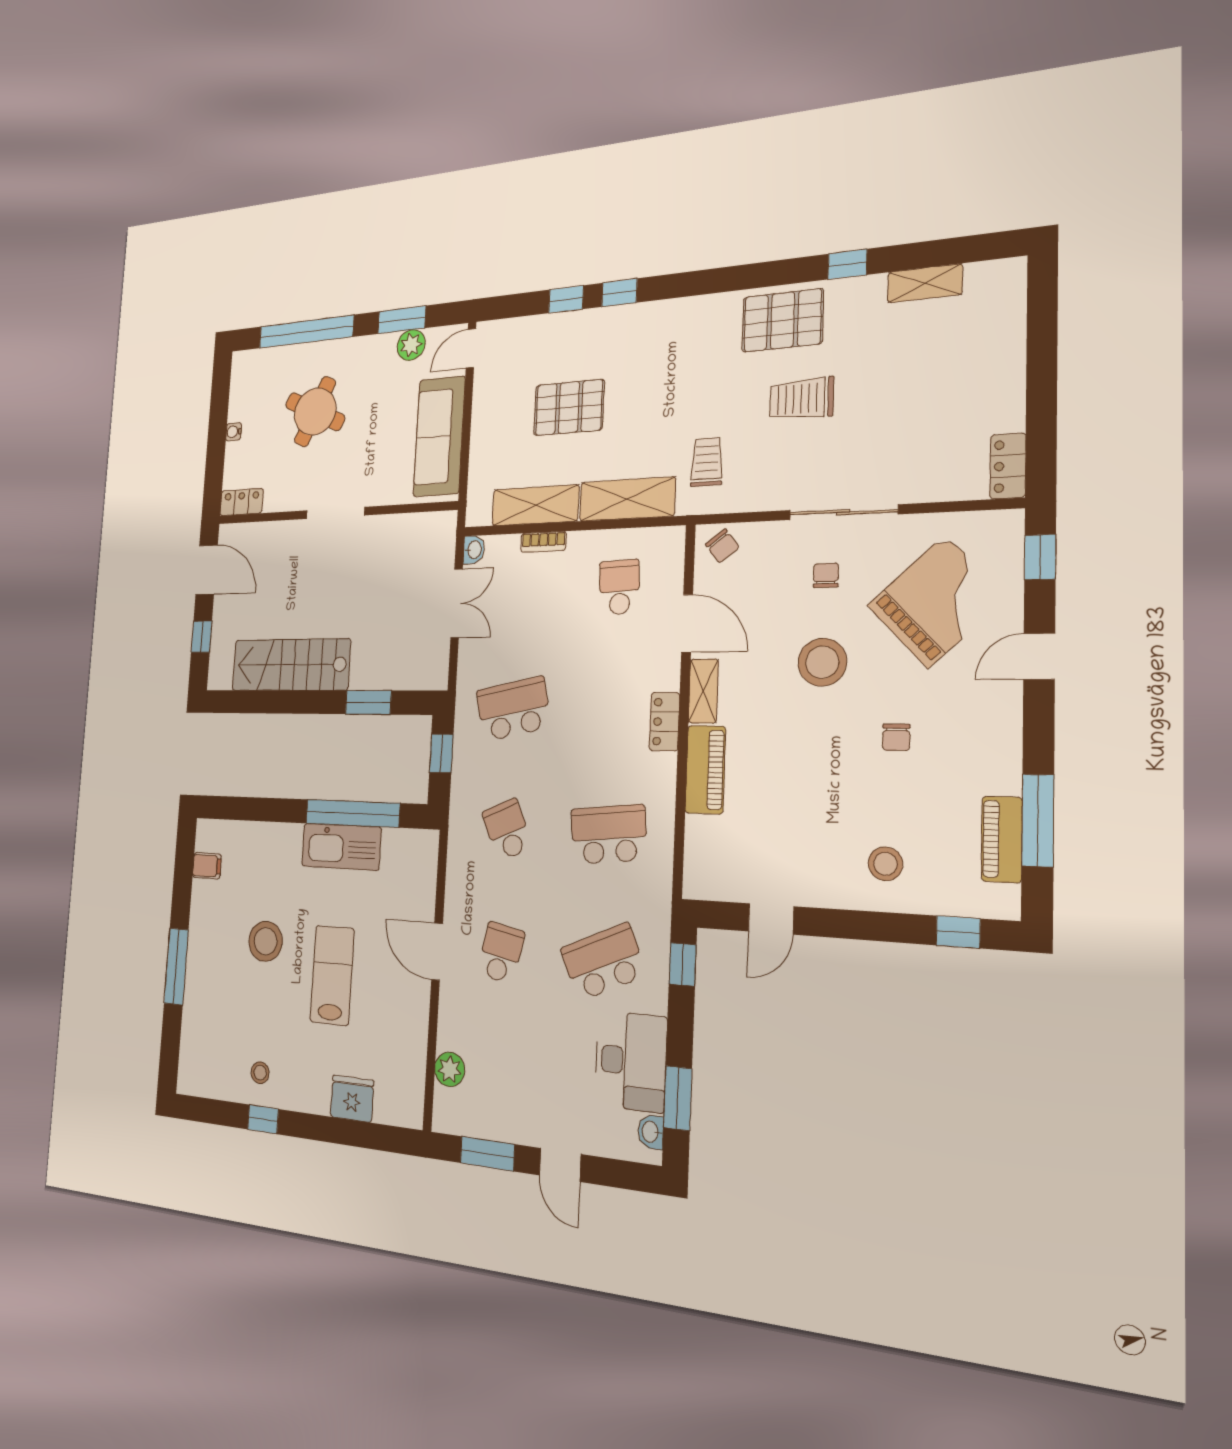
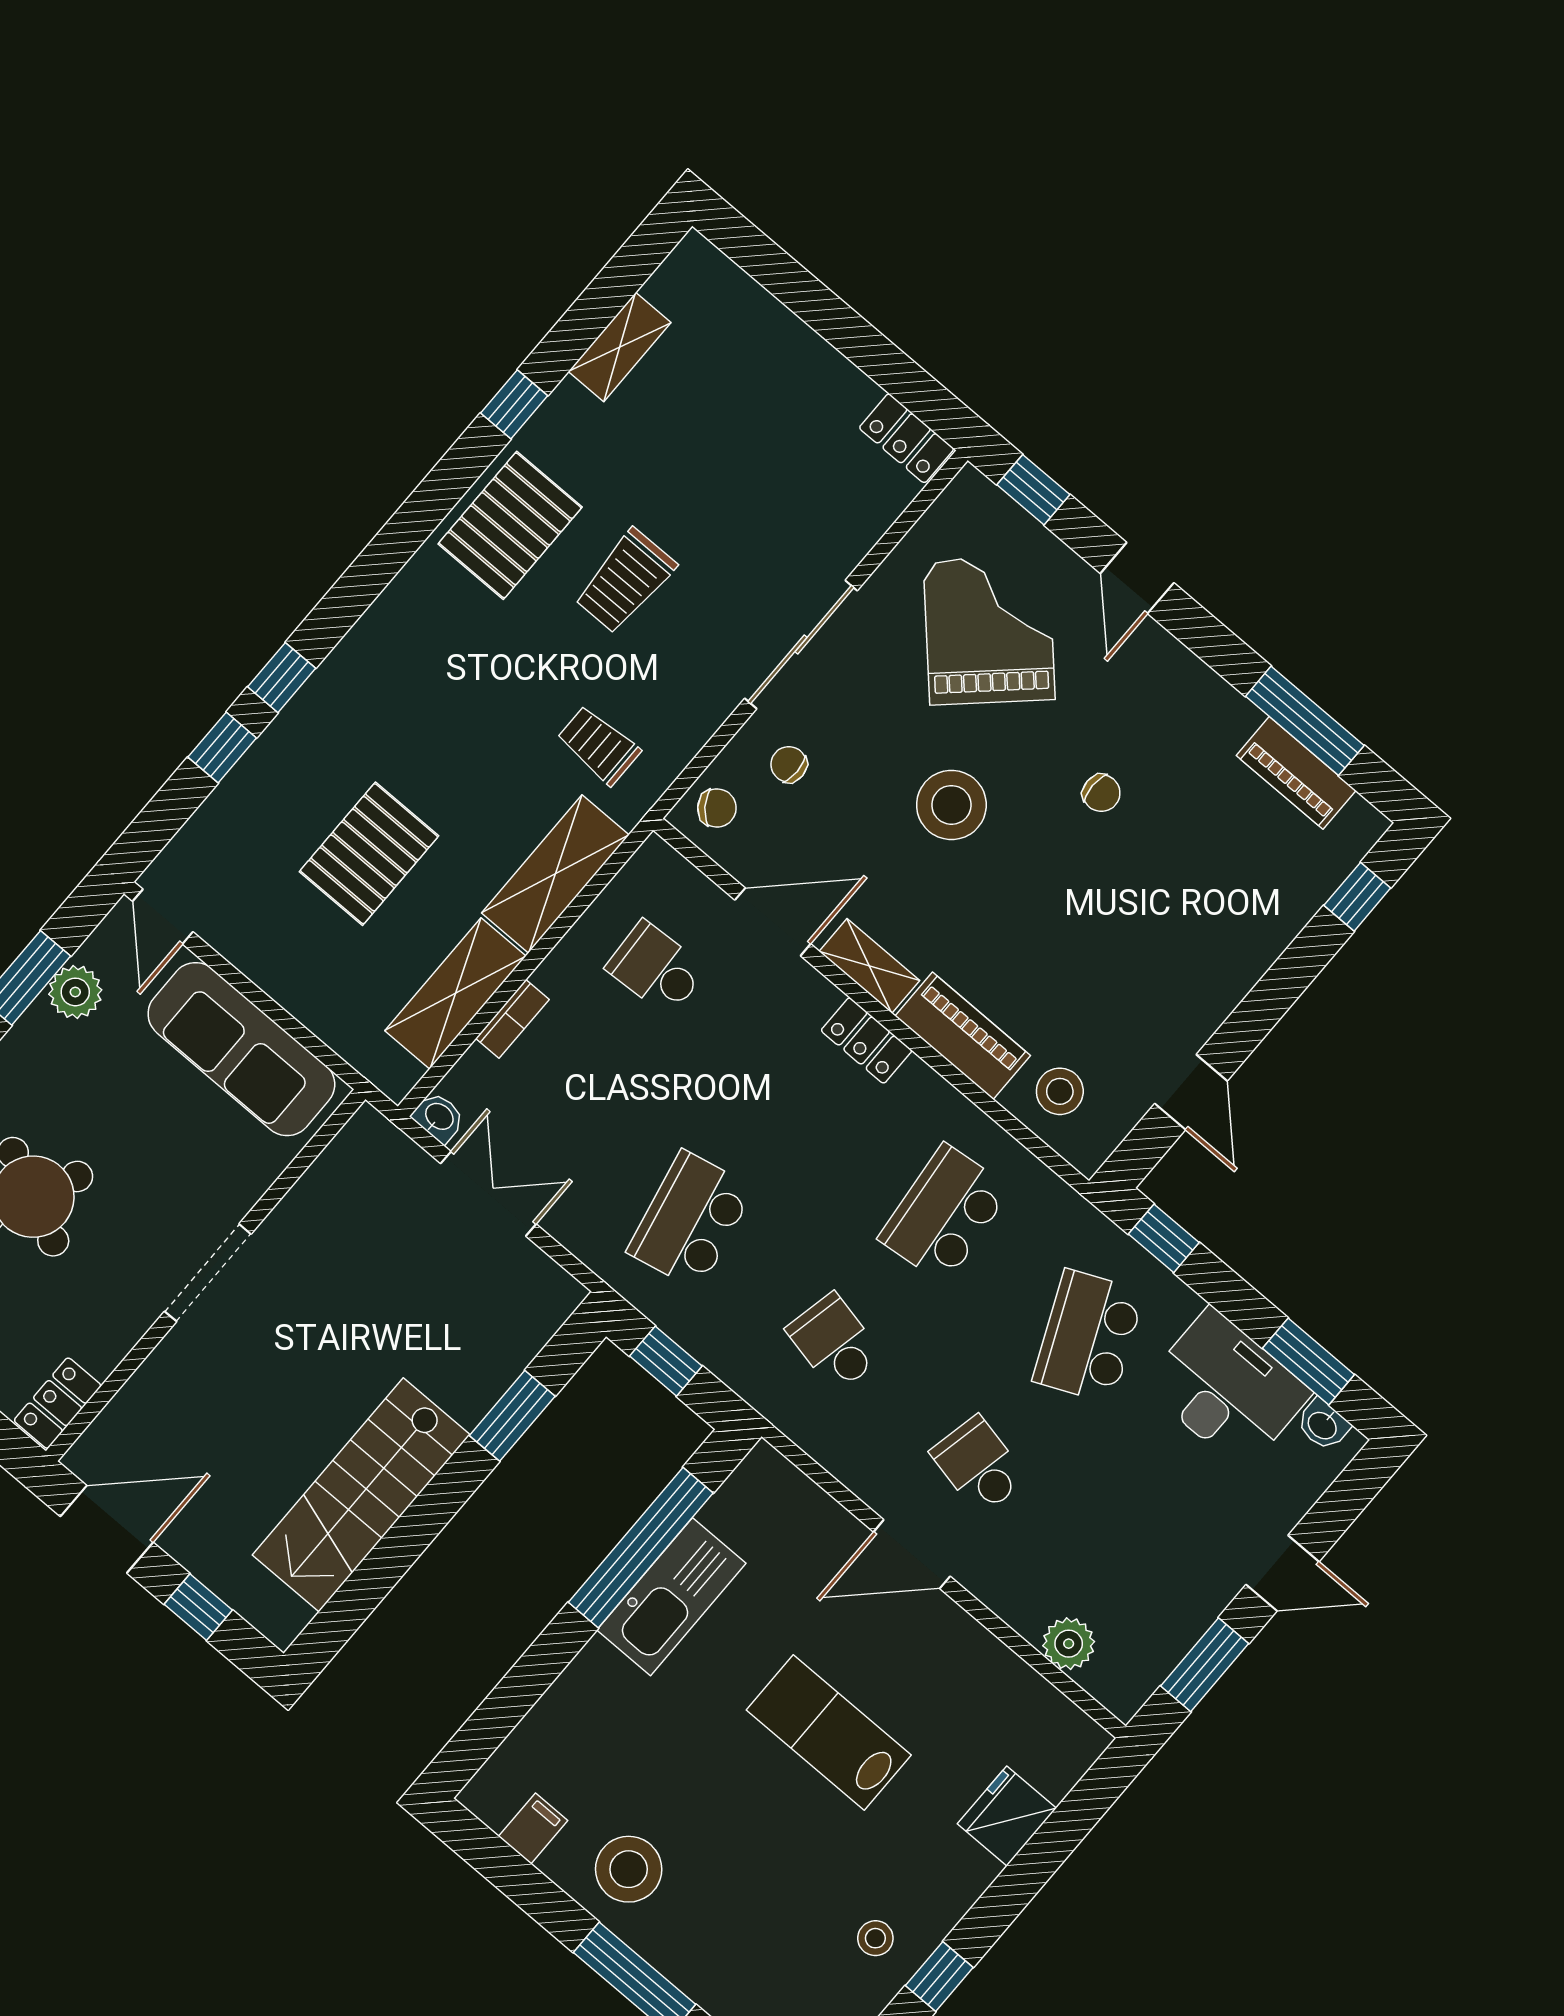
chair: (826, 575) -> (789, 764), moved
school desk: (507, 830) -> (835, 1343), turned 36
stool: (885, 864) -> (1060, 1091), moved
stool: (266, 941) -> (629, 1869), moved

